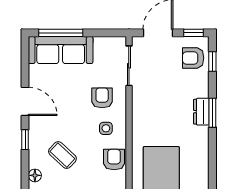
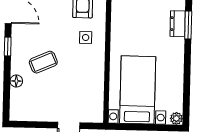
coffee table: (62, 155) -> (43, 62), turned -67
armchair: (114, 160) -> (93, 68), removed

